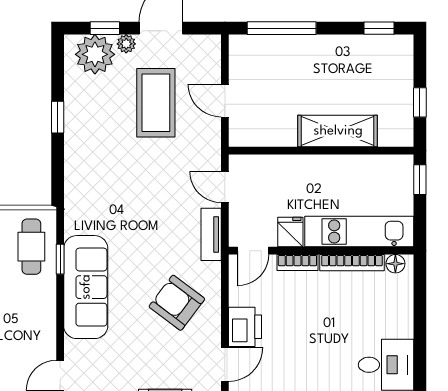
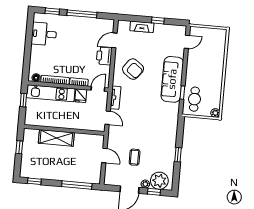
coffee table: (156, 103) -> (135, 157), width x0.54, depth x0.58
window: (420, 180) -> (23, 100), moved

